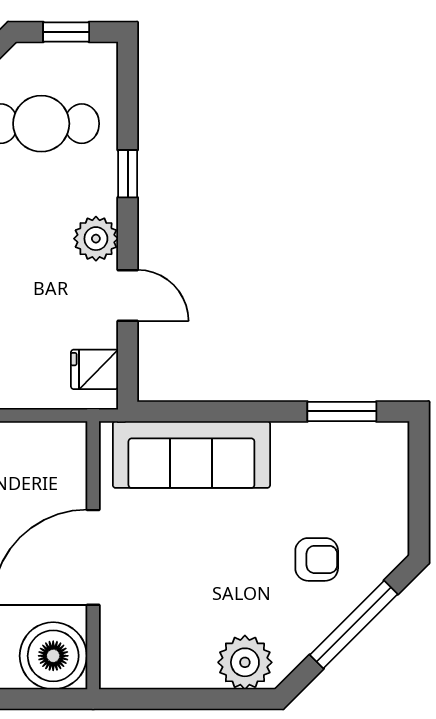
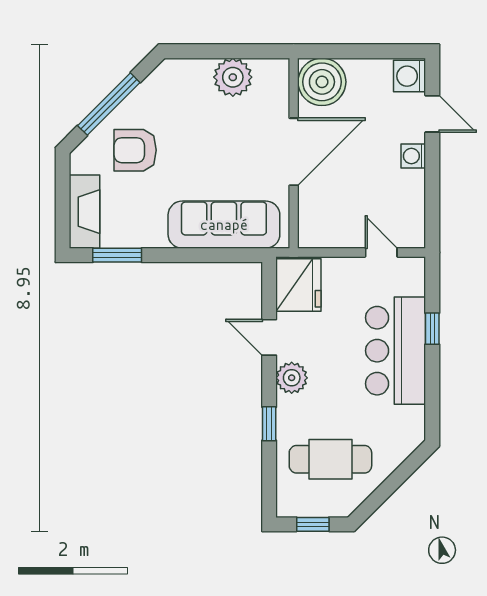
fridge: (94, 369) -> (298, 285), width x1.88, depth x1.34
fireplace: (388, 473) -> (84, 212), added
armchair: (317, 559) -> (135, 150), width x1.38, depth x1.38
plant: (245, 662) -> (233, 77), moved

